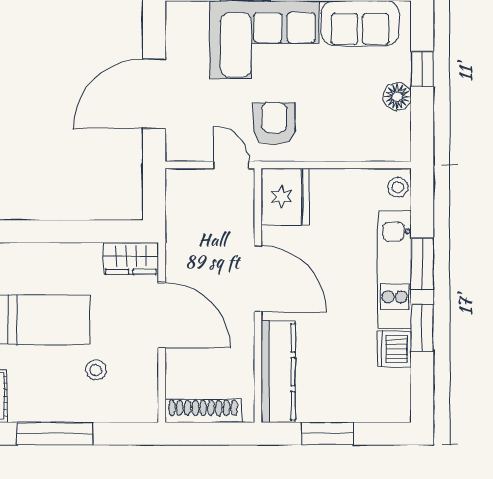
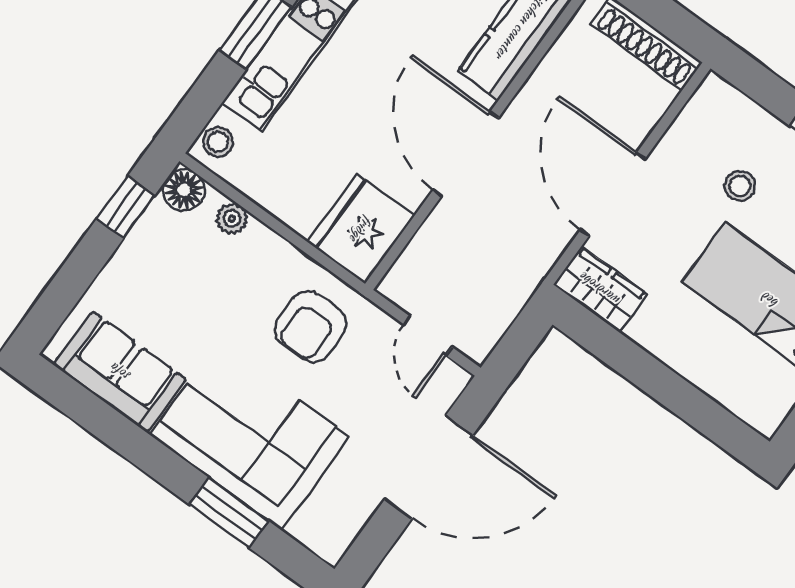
window: (422, 69) -> (126, 207), moved
floor lamp: (397, 97) -> (184, 190), moved
plant: (360, 151) -> (232, 219), added
door: (231, 165) -> (428, 336), moved

